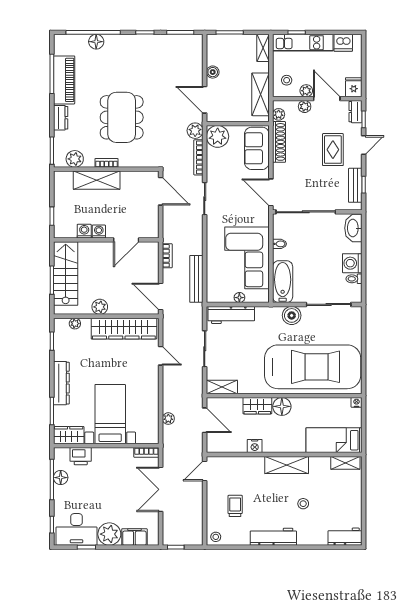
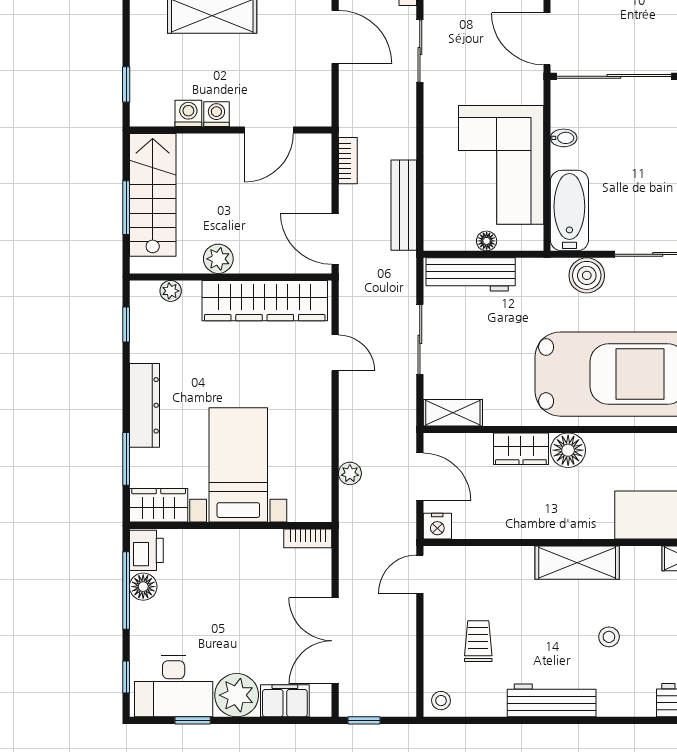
nightstand: (255, 446) -> (437, 526), moved
printer: (81, 456) -> (146, 550), moved, turned -90
double door: (161, 489) -> (335, 641), moved

